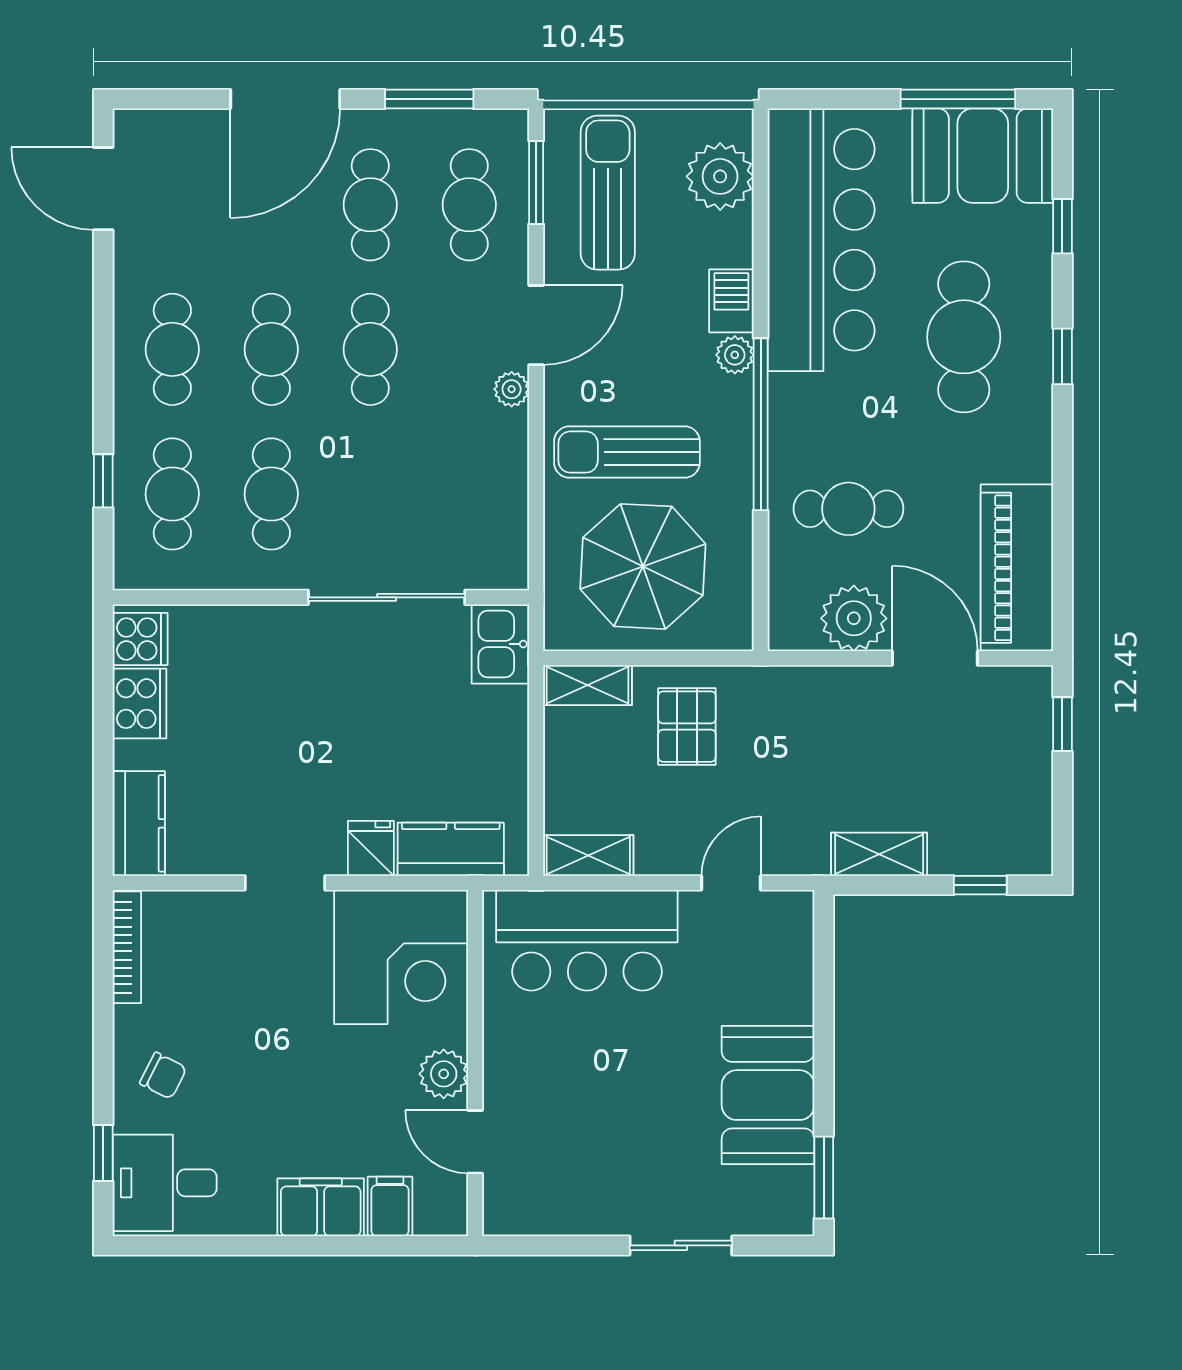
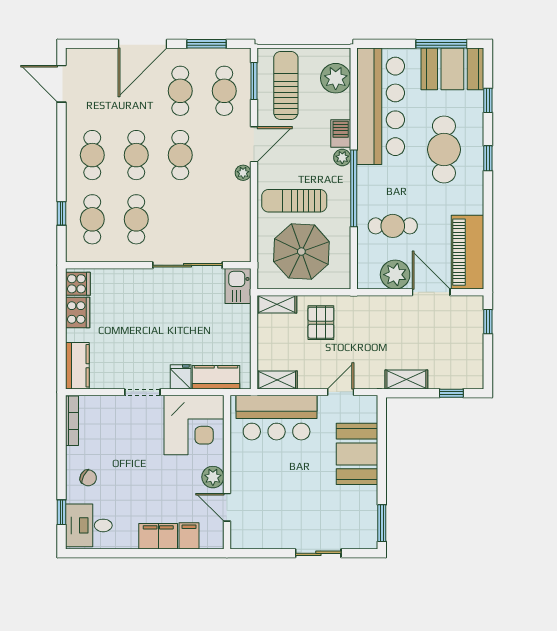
booth: (768, 1095) -> (357, 454), moved

